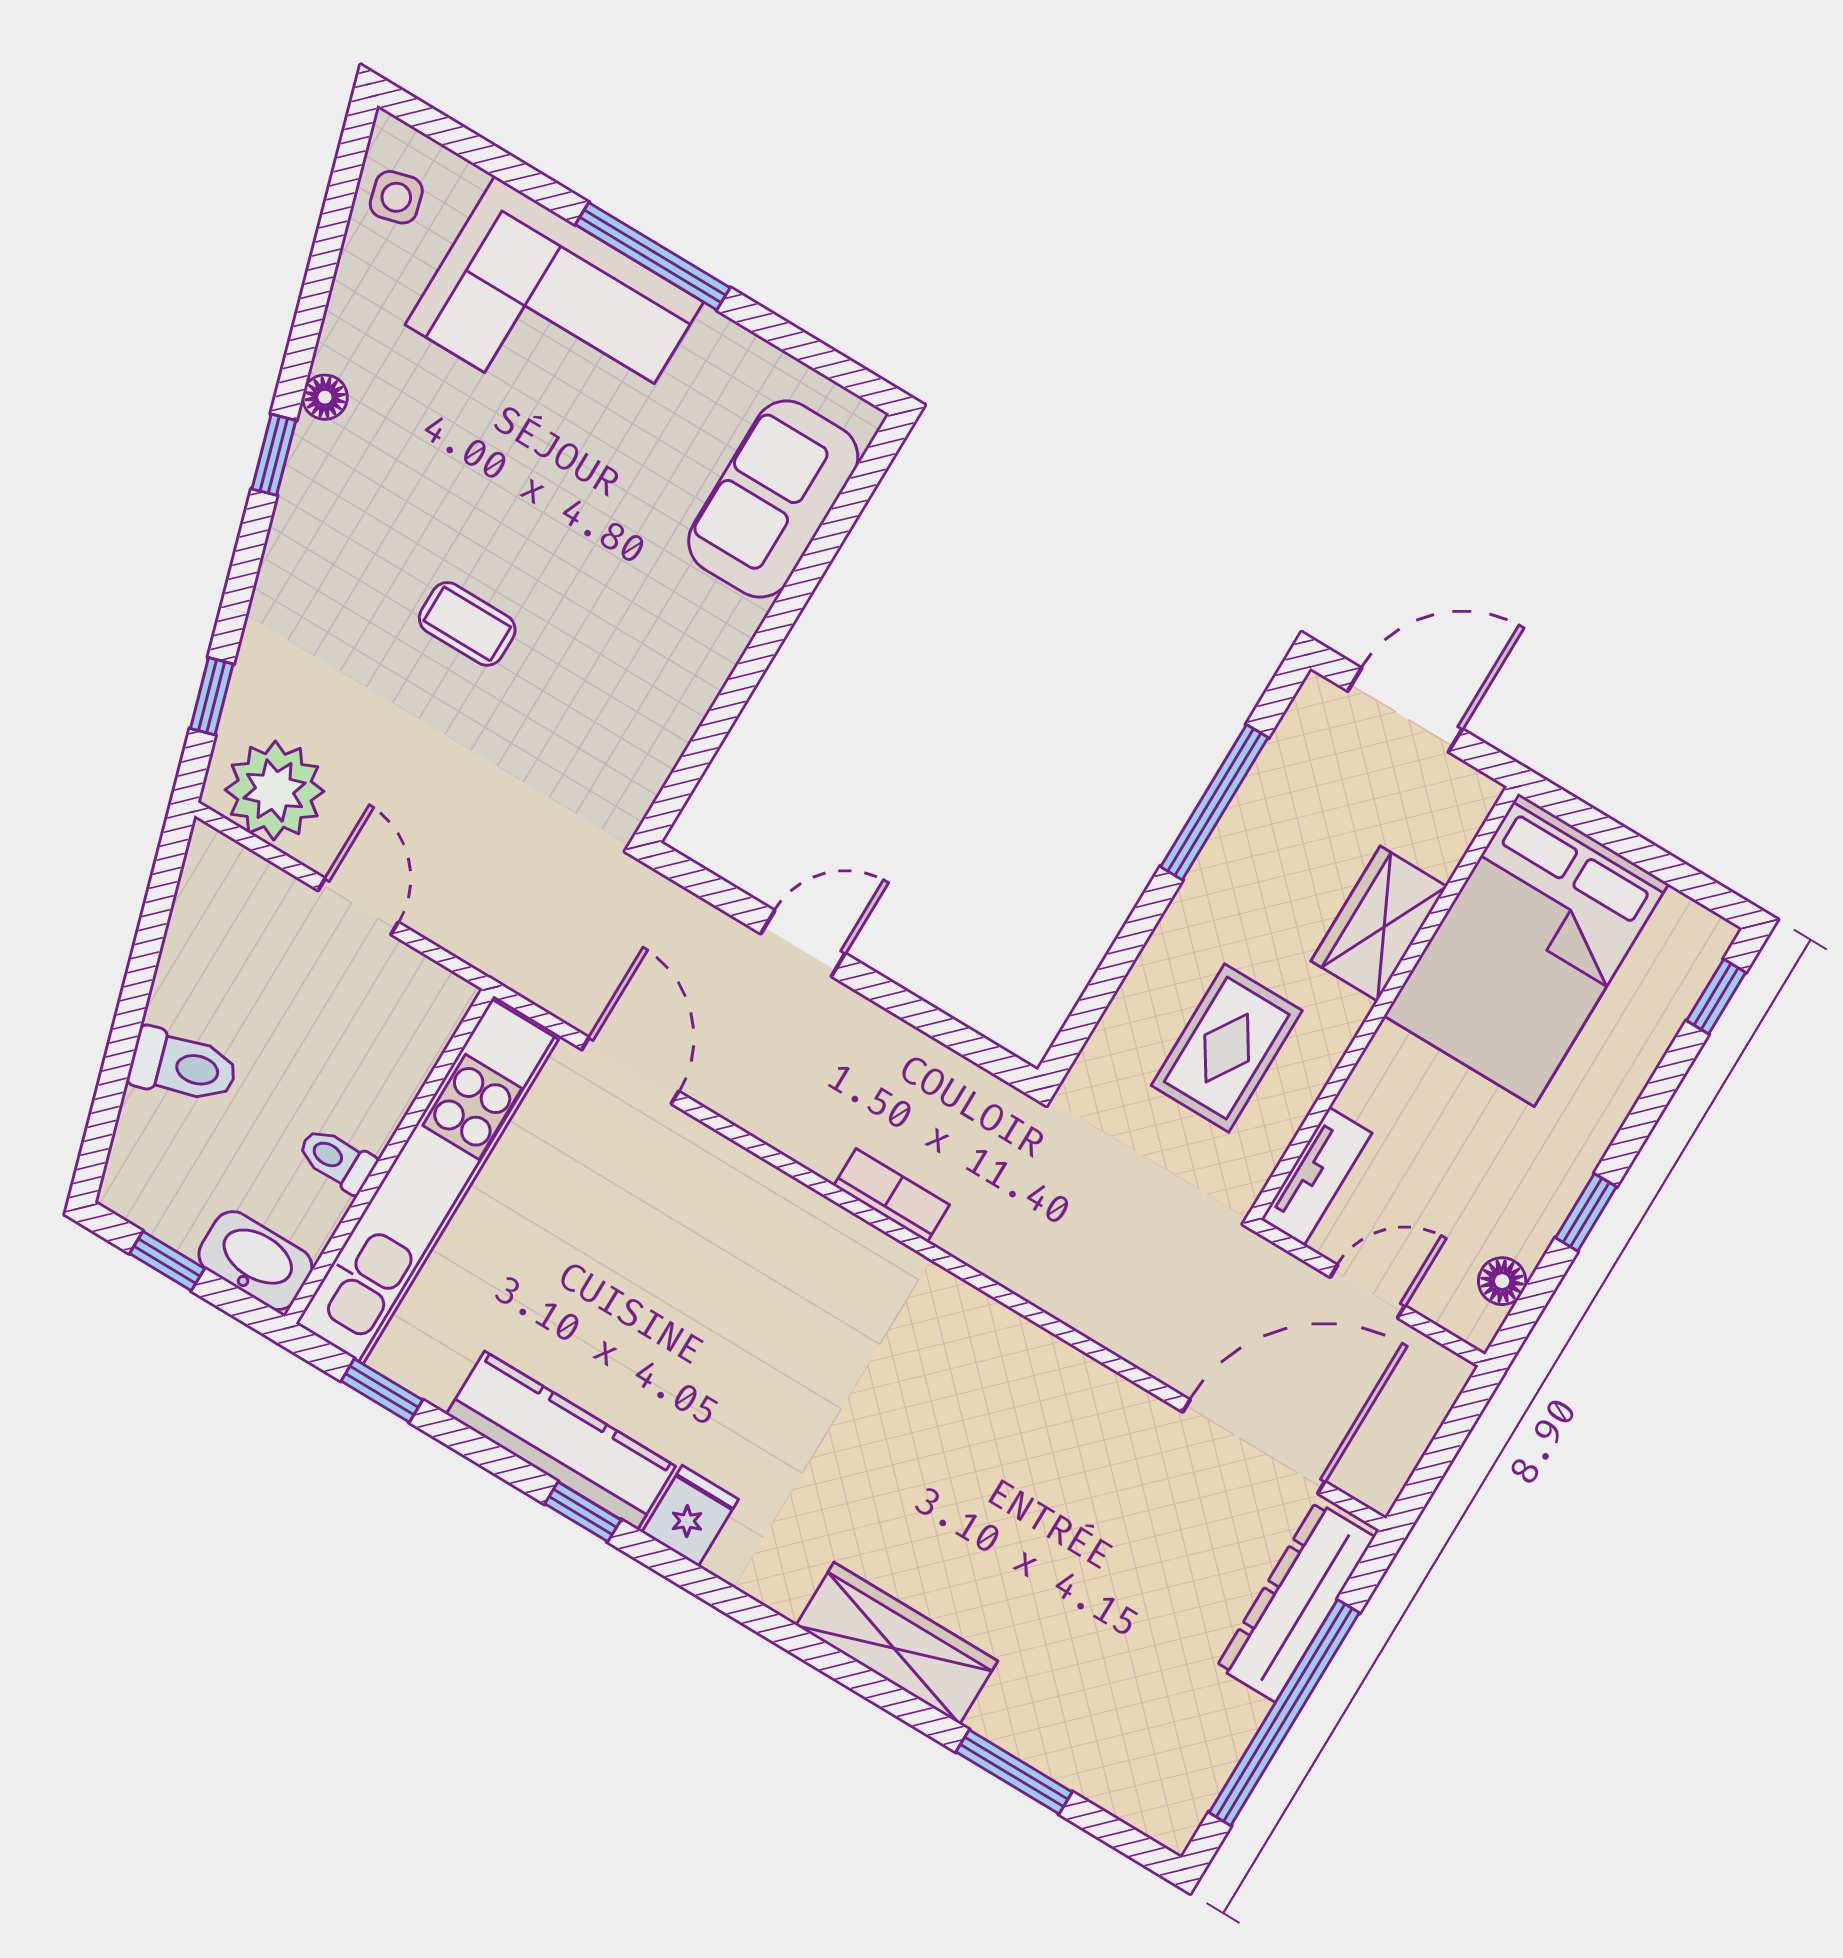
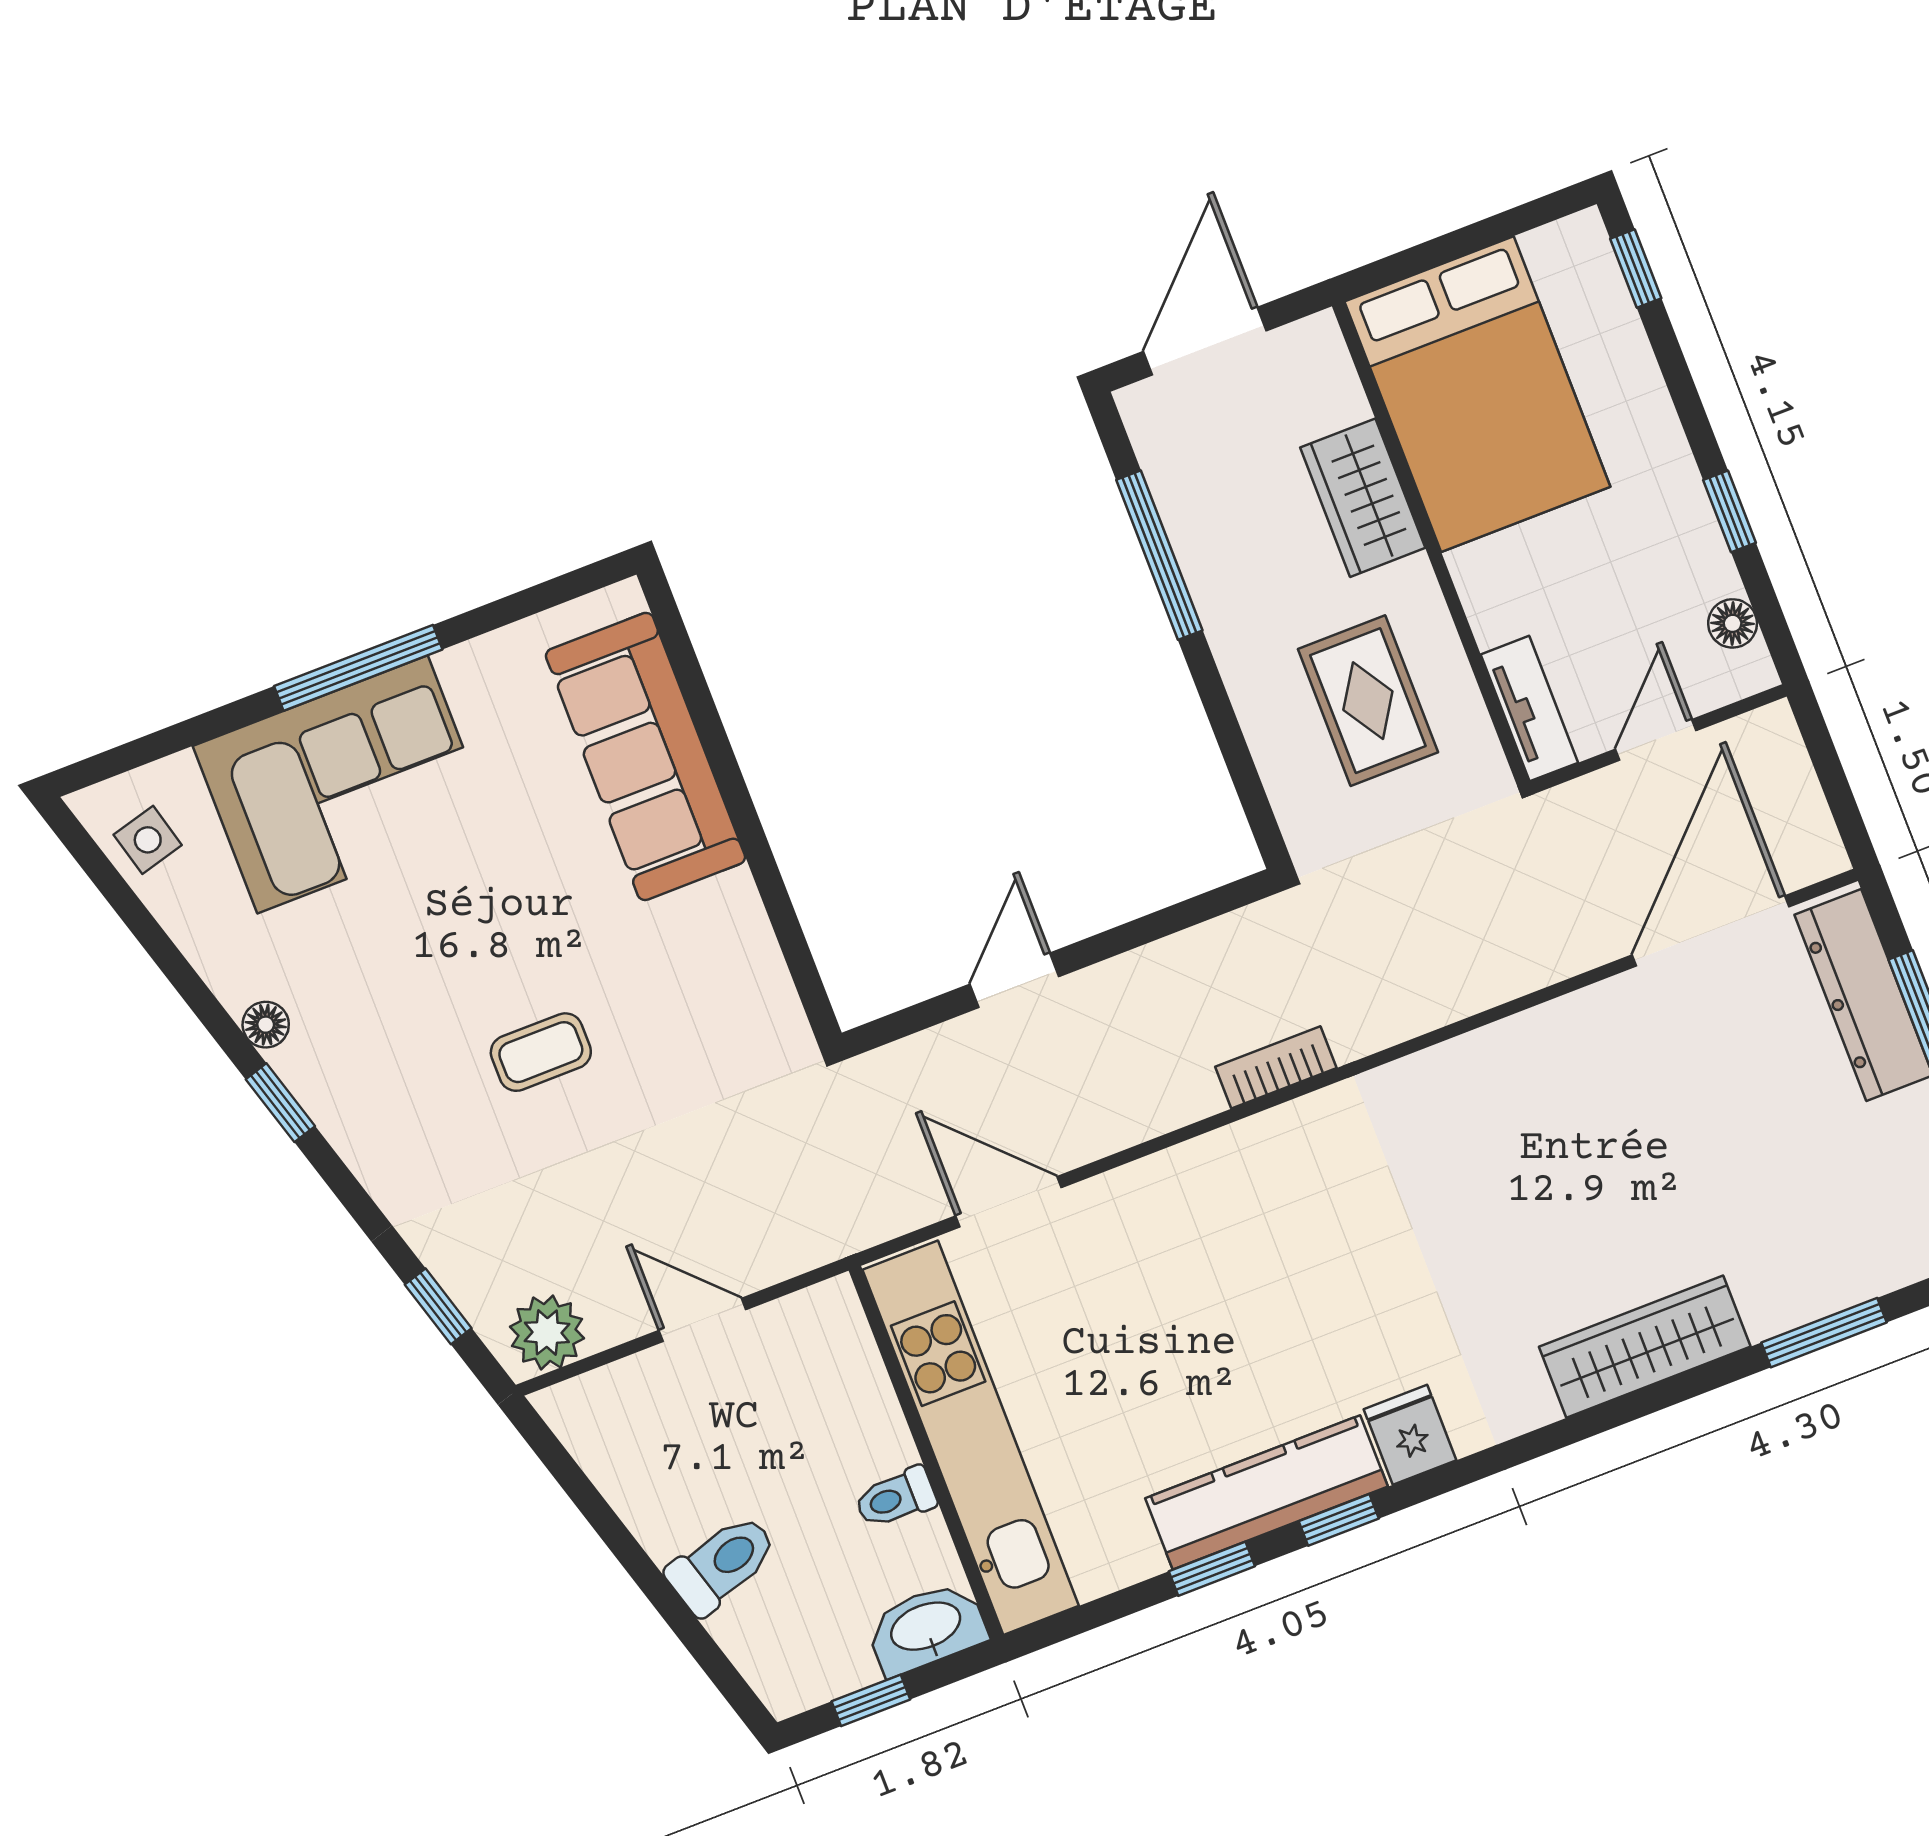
sofa: (773, 499) -> (646, 756), width x1.36
plant: (275, 791) -> (547, 1332), width x0.73, depth x0.73
window: (382, 1391) -> (1212, 1569), moved

